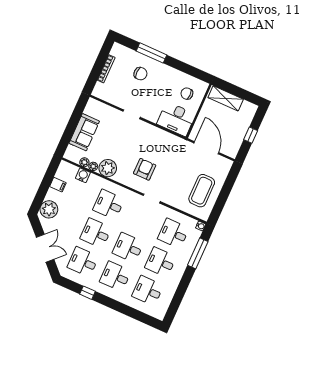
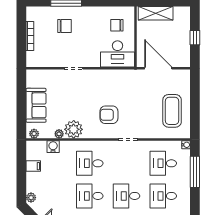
plant: (84, 162) -> (34, 134), moved
armchair: (145, 169) -> (109, 115), turned -90
plant: (49, 209) -> (31, 198), width x0.53, depth x0.53

